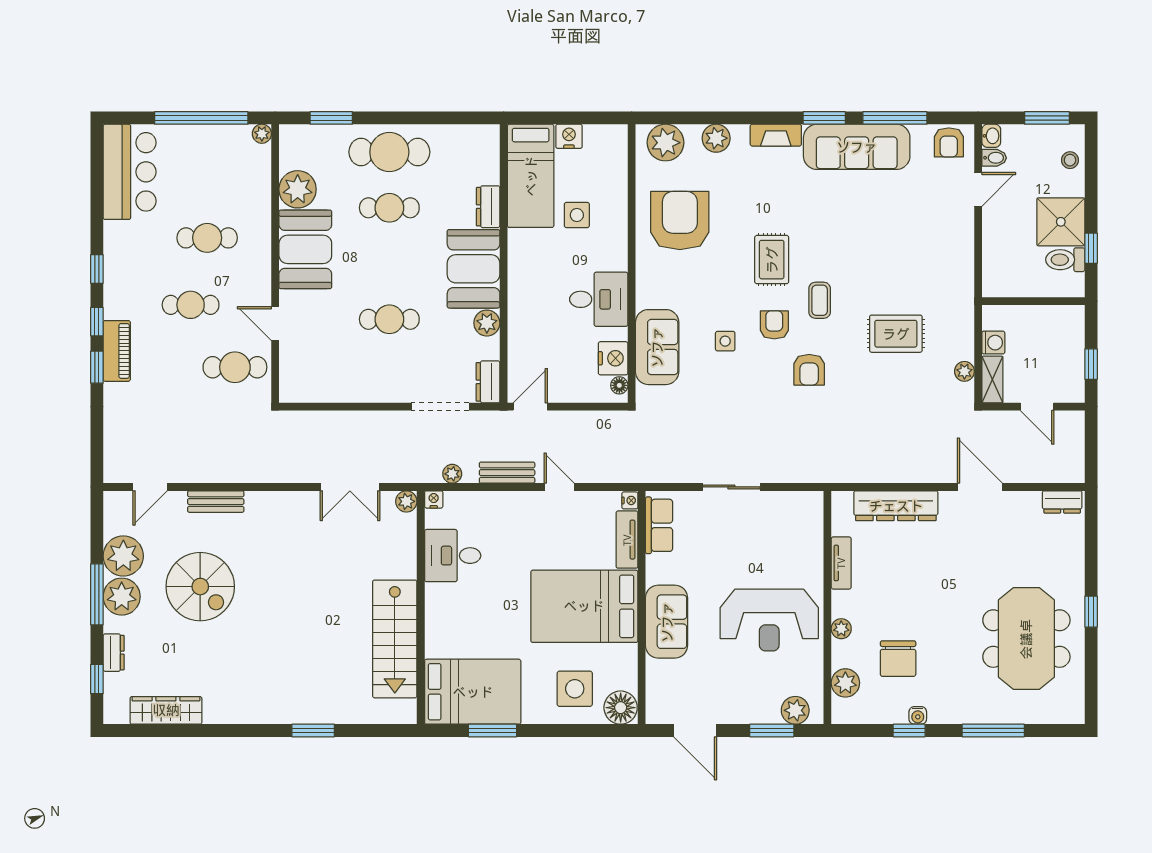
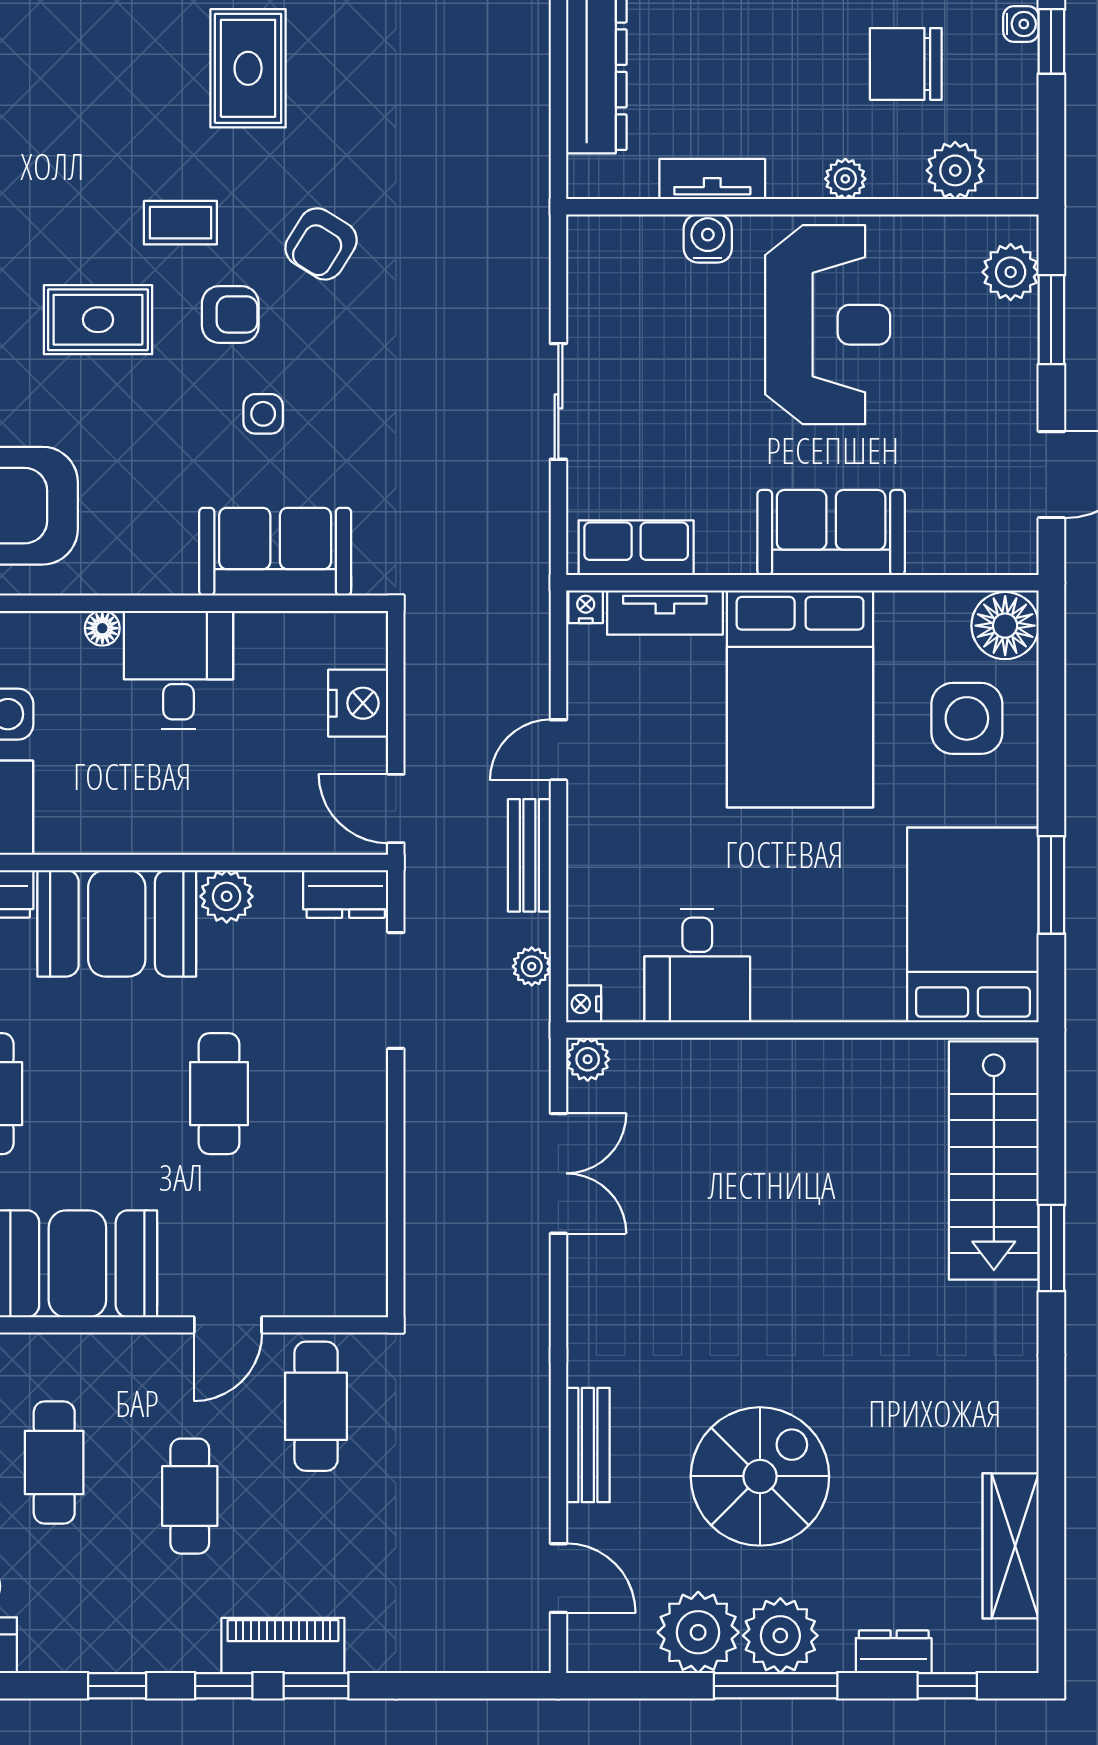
armchair: (774, 325) -> (230, 314), turned 180
nightstand: (613, 358) -> (358, 703), moved, turned 90
armchair: (809, 370) -> (321, 244), turned 122
floor lamp: (619, 385) -> (102, 628), moved
water cooler: (812, 561) -> (708, 238), added
stairs: (395, 639) -> (994, 1161), moved, turned 90
chair: (898, 659) -> (906, 64), turned 180

